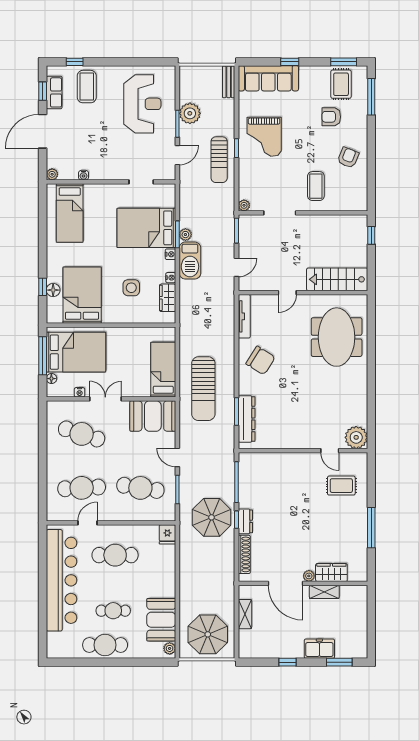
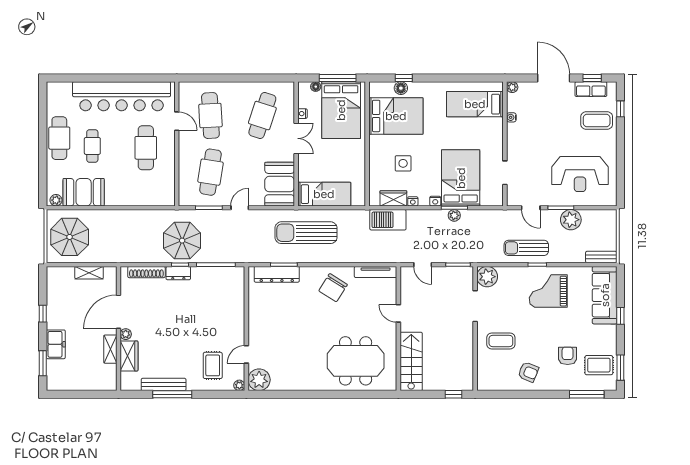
plant: (244, 205) -> (487, 277), width x1.88, depth x1.88
barbecue: (190, 261) -> (388, 220), moved
plant: (362, 458) -> (239, 385), added
fridge: (167, 534) -> (166, 198), removed
bench: (361, 537) -> (164, 384), added

